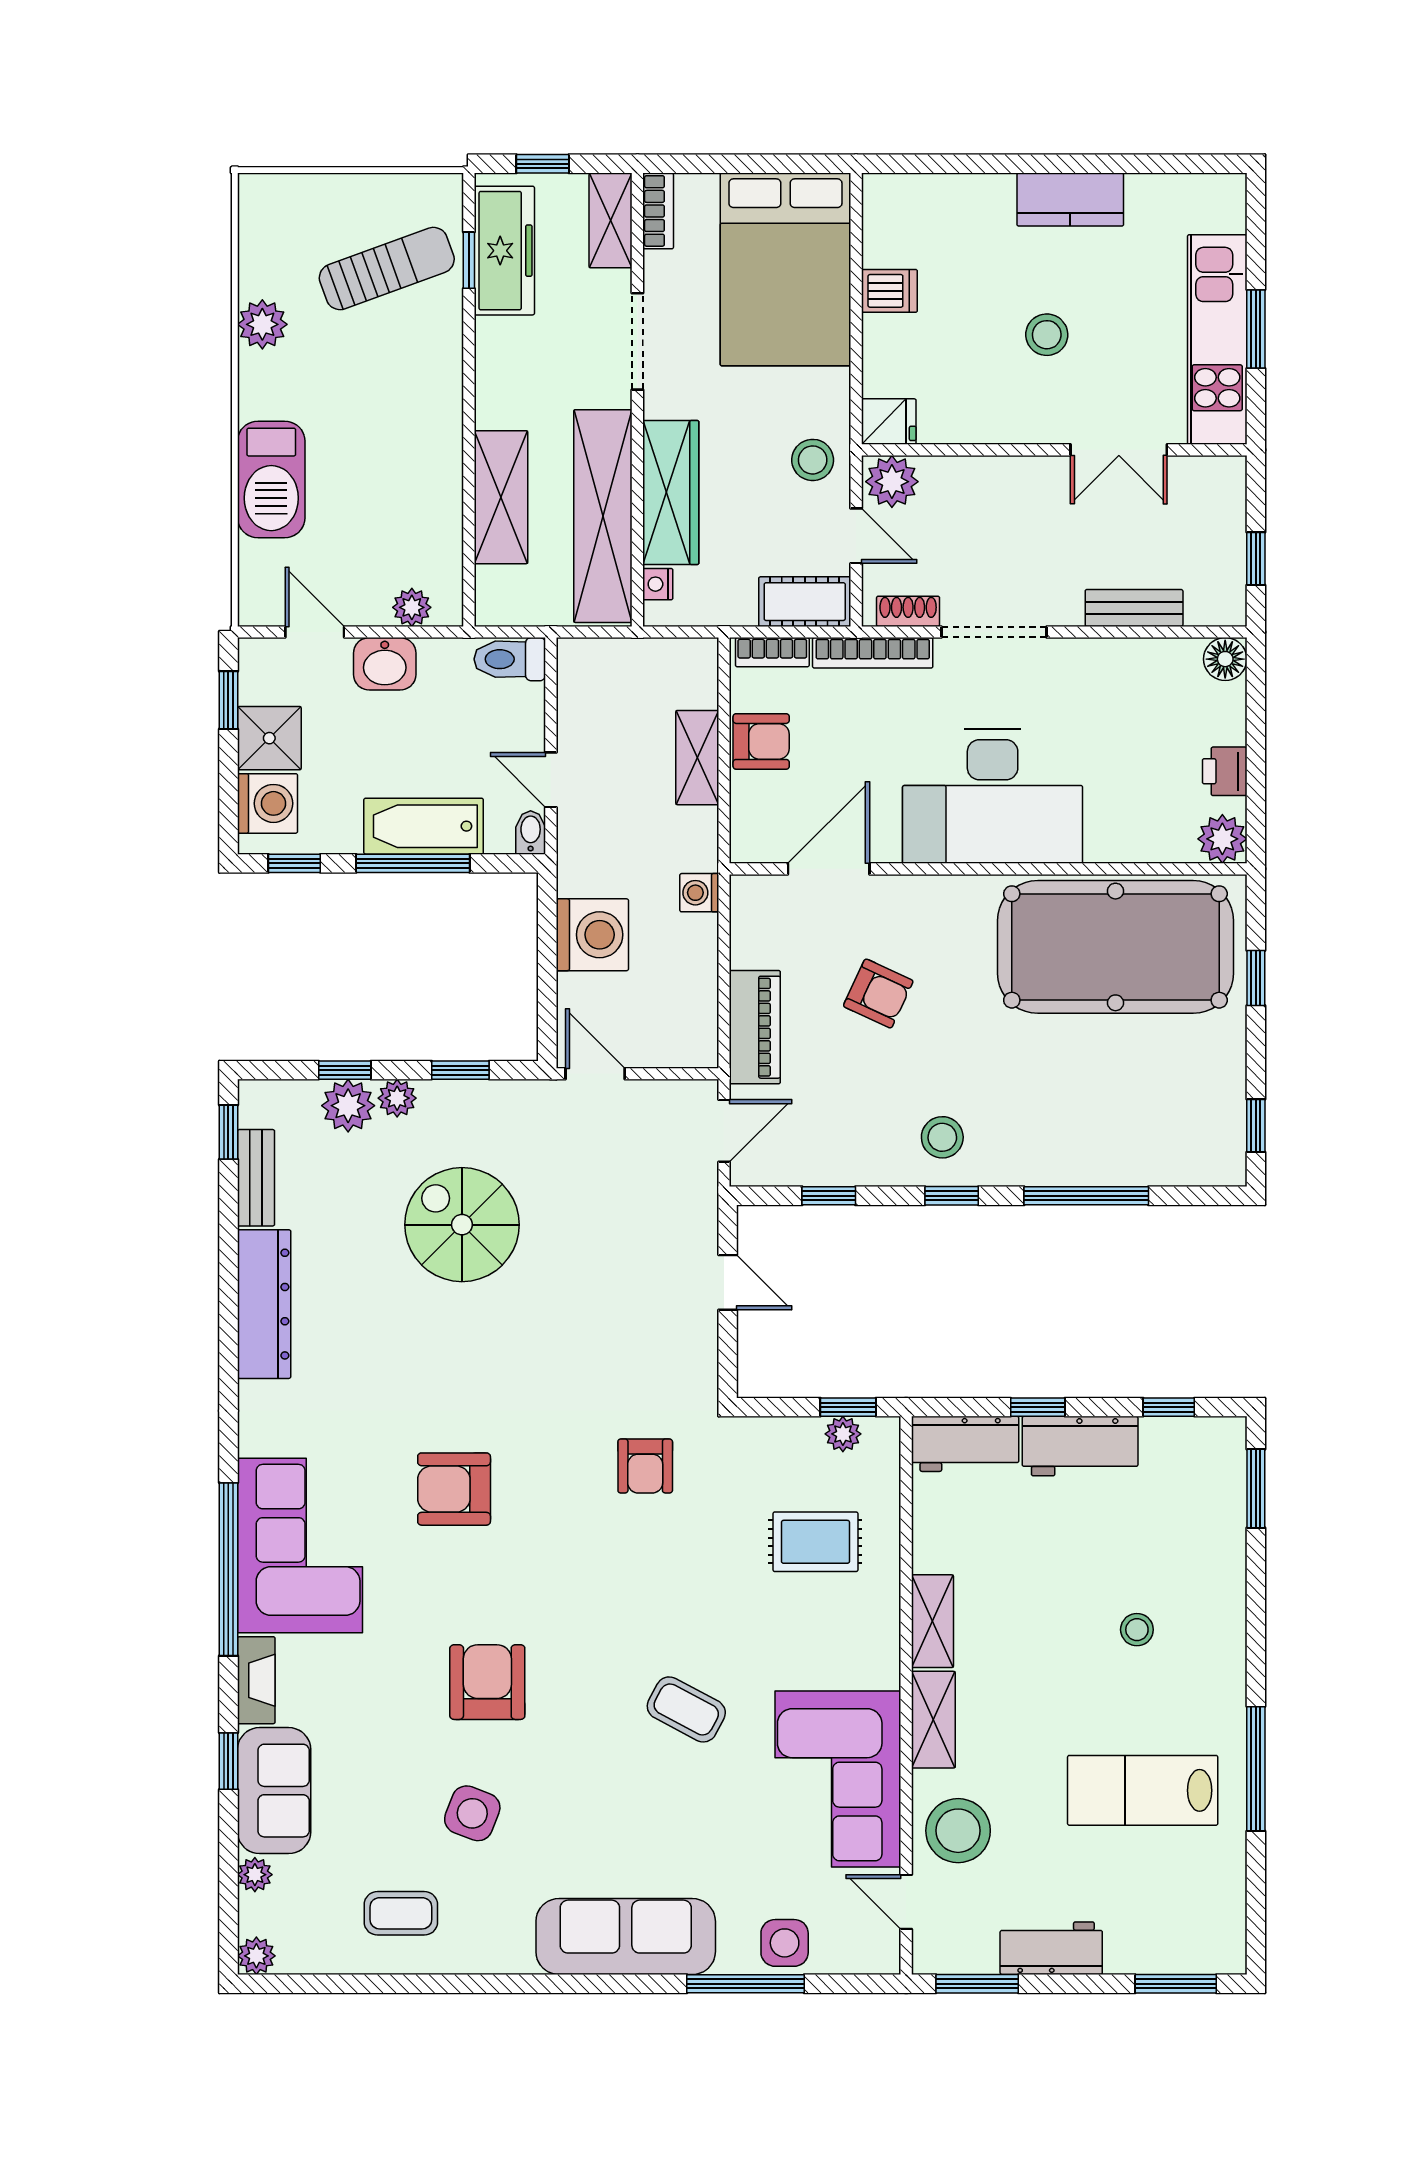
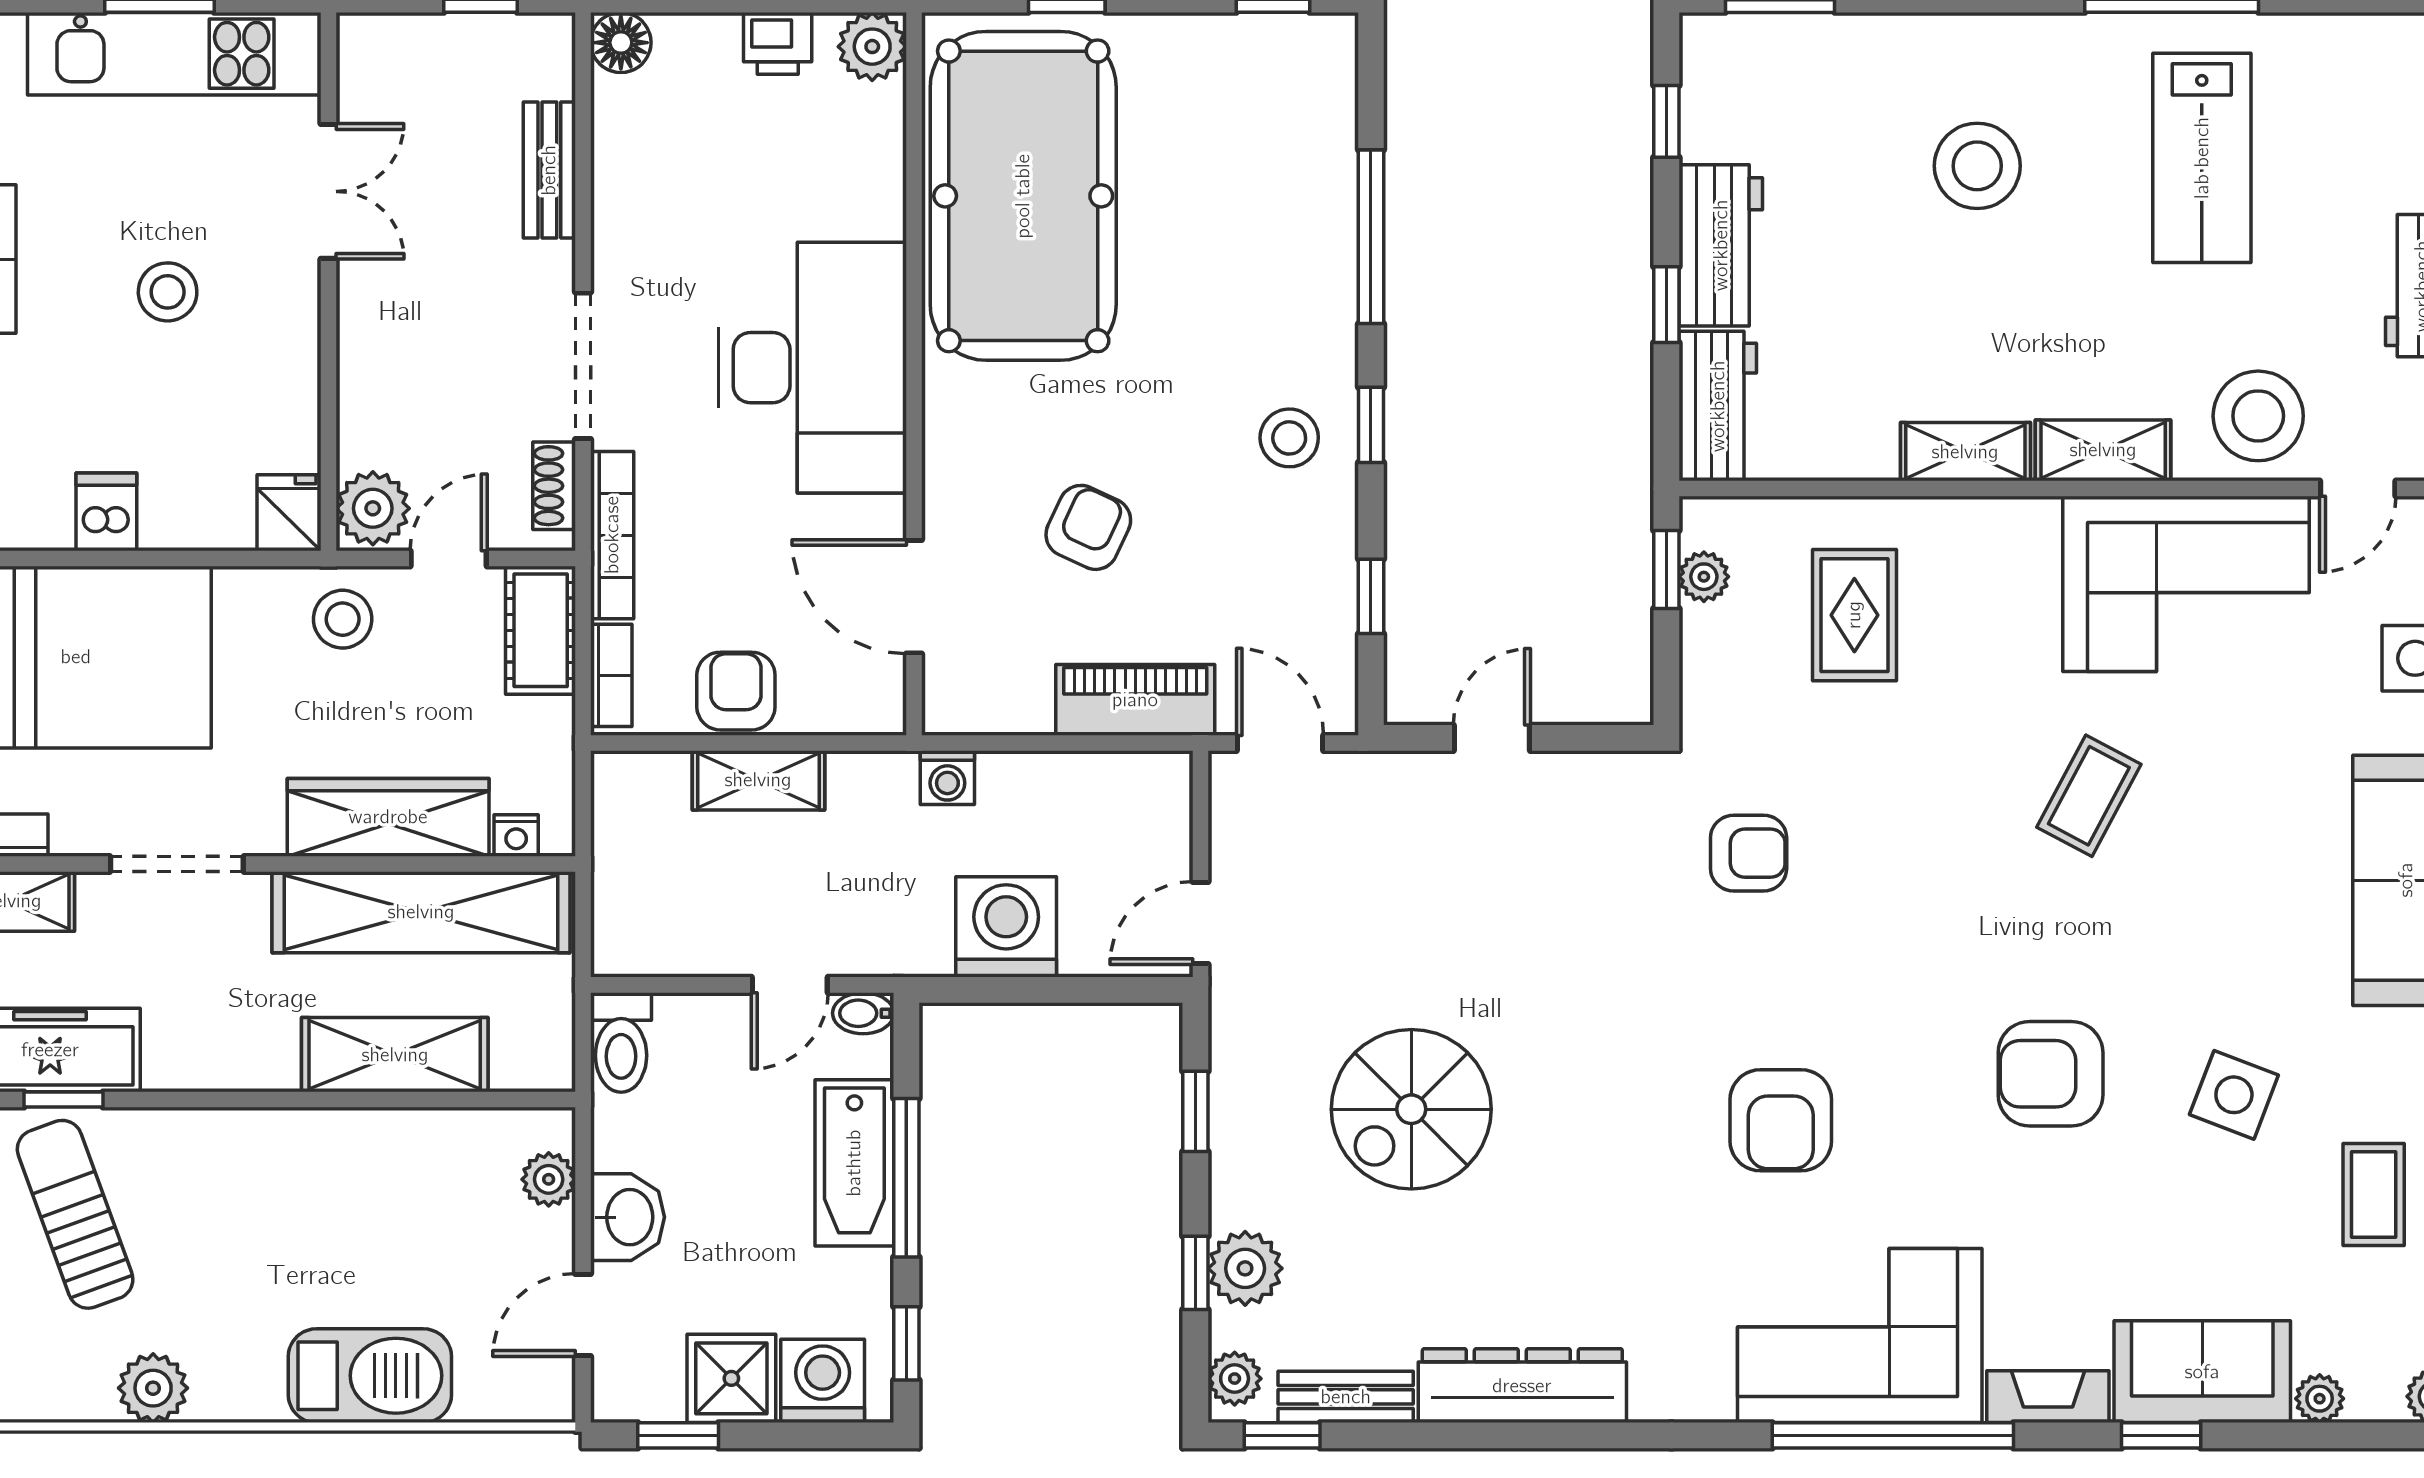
plant: (397, 1098) -> (1235, 1379), moved
stool: (1137, 1630) -> (1977, 166), width x1.89, depth x1.89

